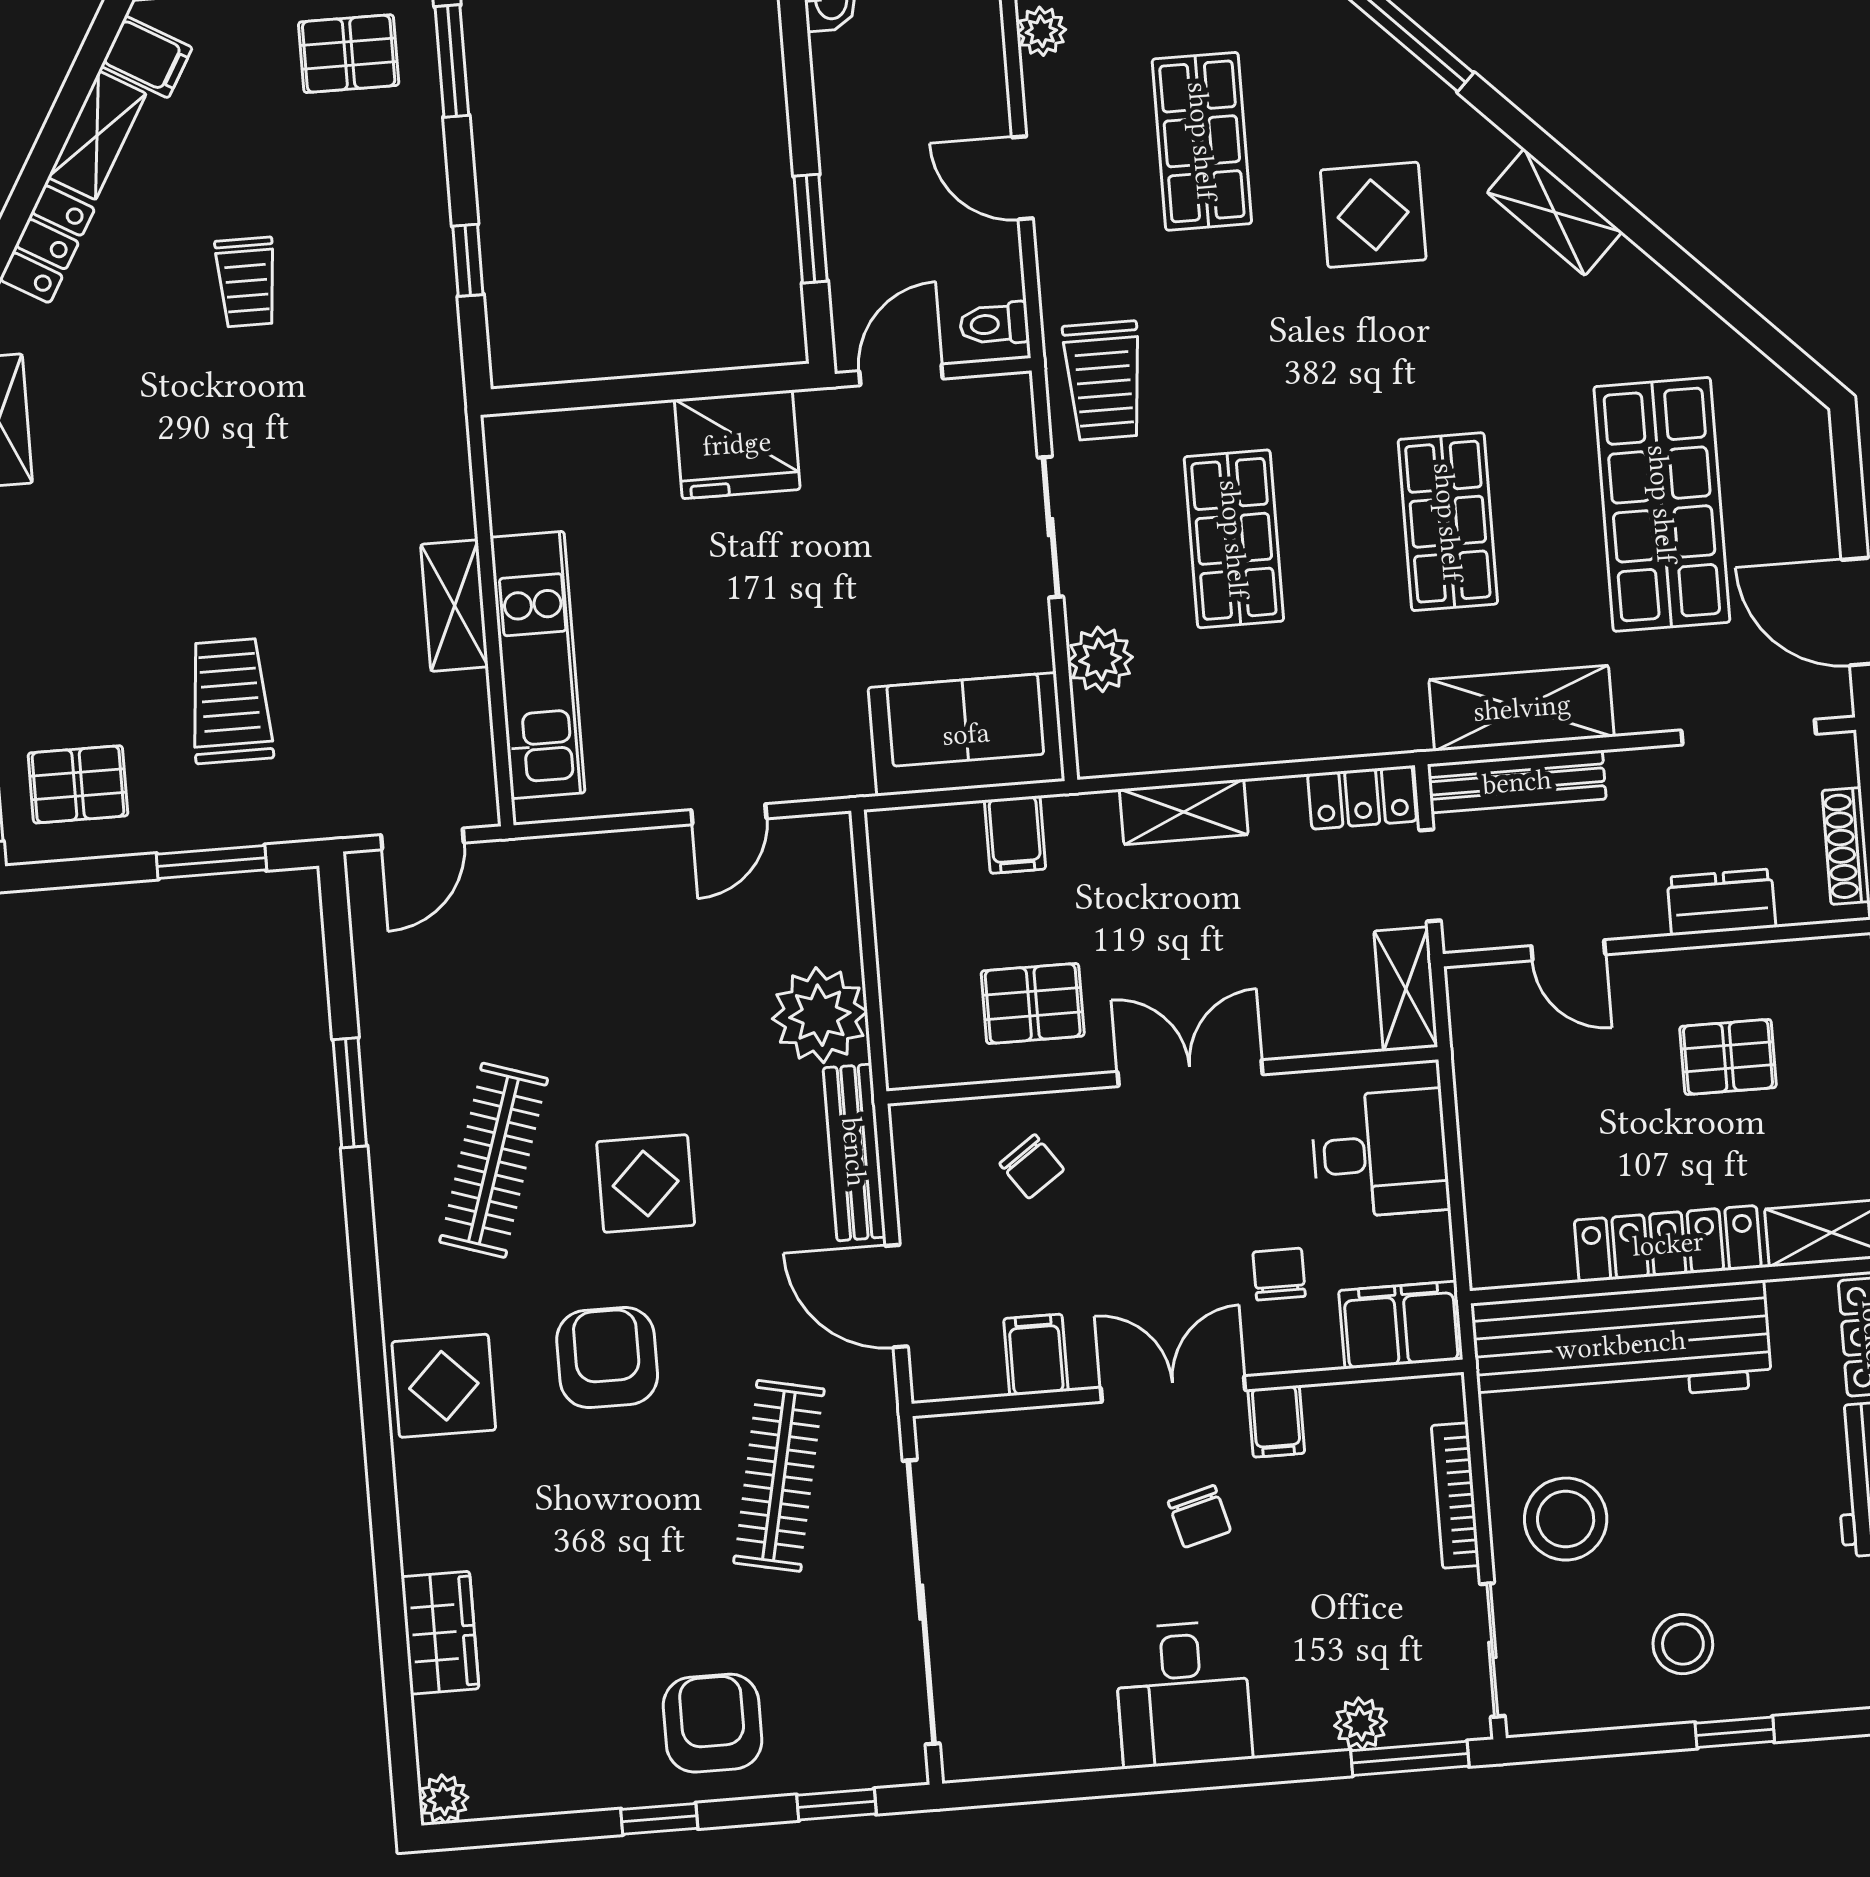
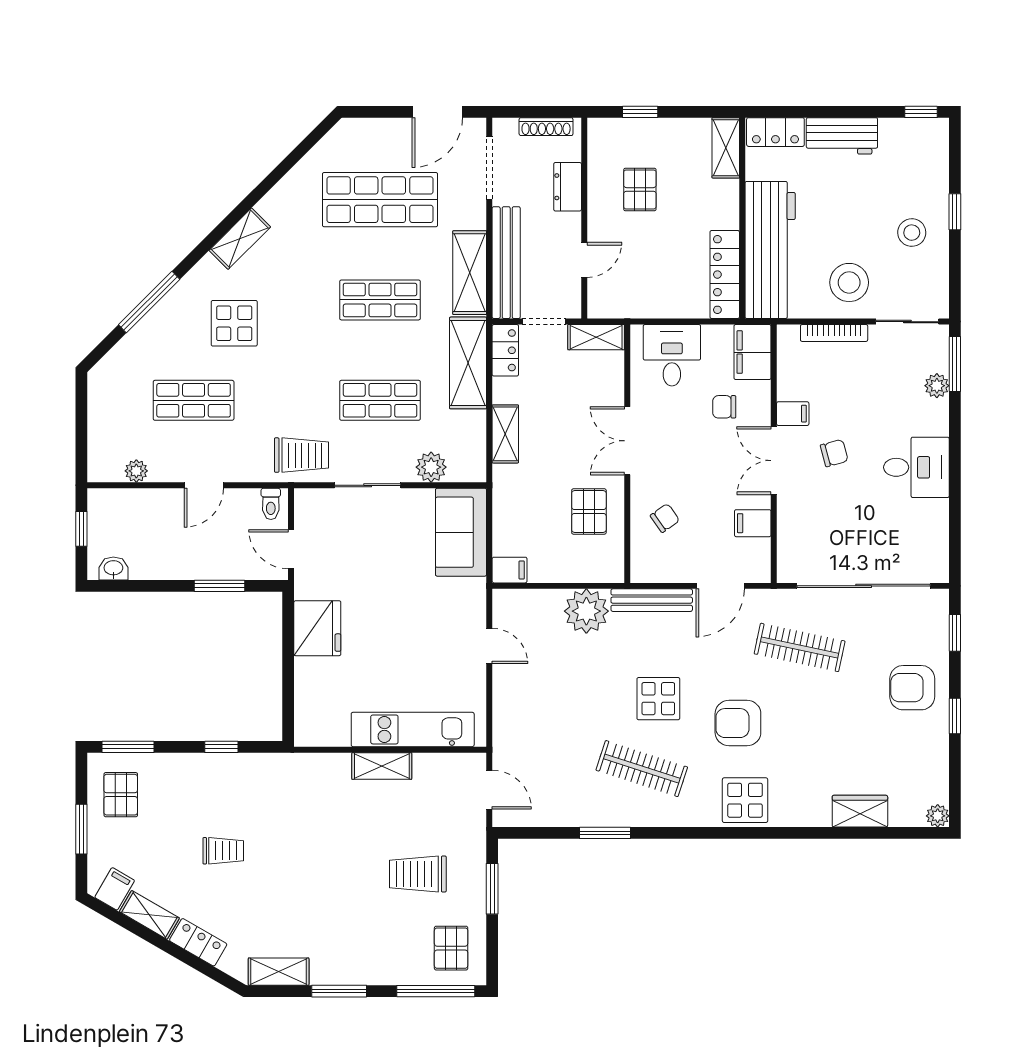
shelving: (1329, 720) -> (468, 363), added
bench: (1517, 782) -> (506, 263), width x1.37, depth x1.21
filing cabinet: (1015, 834) -> (510, 570), moved
locker: (1668, 1244) -> (725, 275), moved

